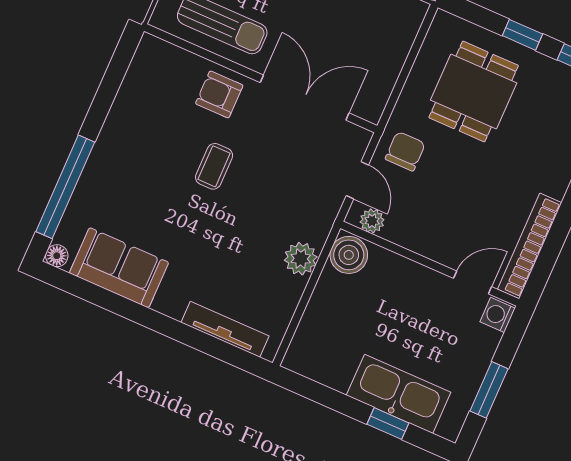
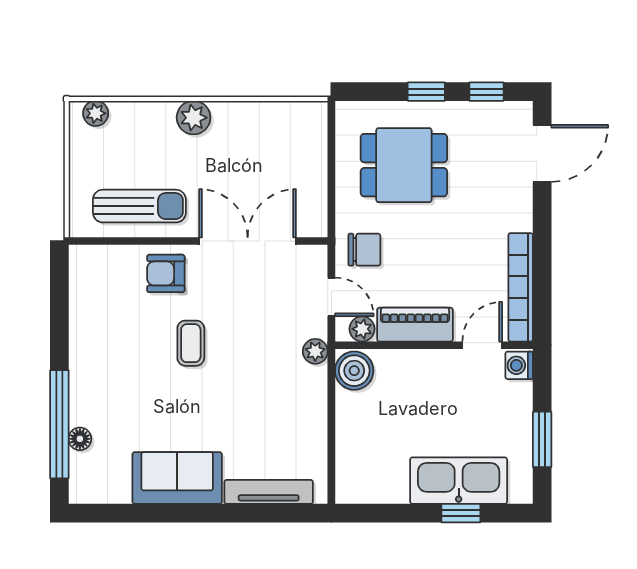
dining table: (474, 92) -> (404, 165), turned 90
chair: (405, 151) -> (364, 250), turned 90
piano: (421, 238) -> (415, 325), added
floor lamp: (57, 256) -> (80, 439), moved
plant: (301, 259) -> (315, 351), moved, width x0.73, depth x0.73
sofa: (119, 268) -> (177, 478), moved

